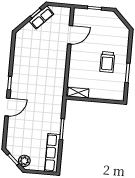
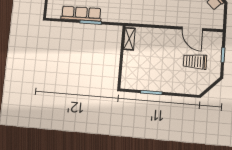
trolley: (107, 62) -> (195, 62), moved
row of seats: (52, 153) -> (81, 14), moved

